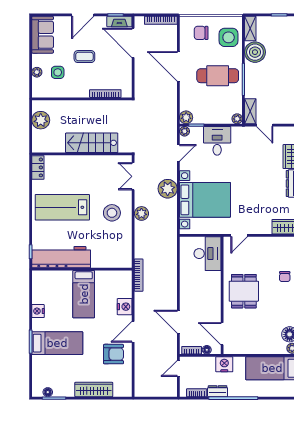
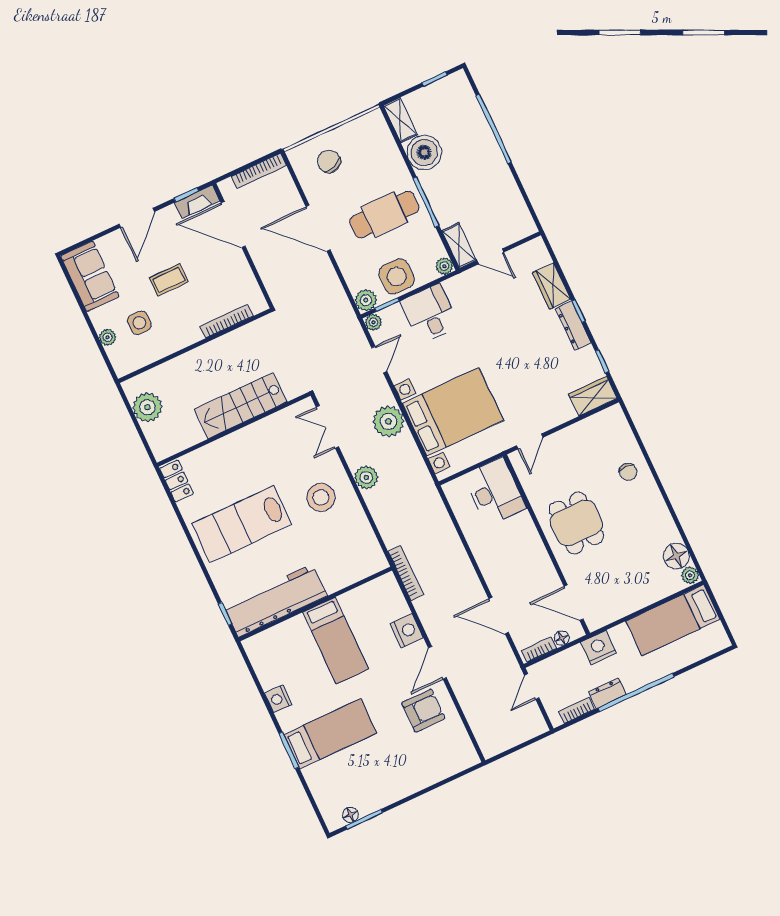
chair: (201, 33) -> (329, 161), turned 69
side table: (229, 37) -> (397, 276), moved
wardrobe: (94, 390) -> (418, 778), removed

